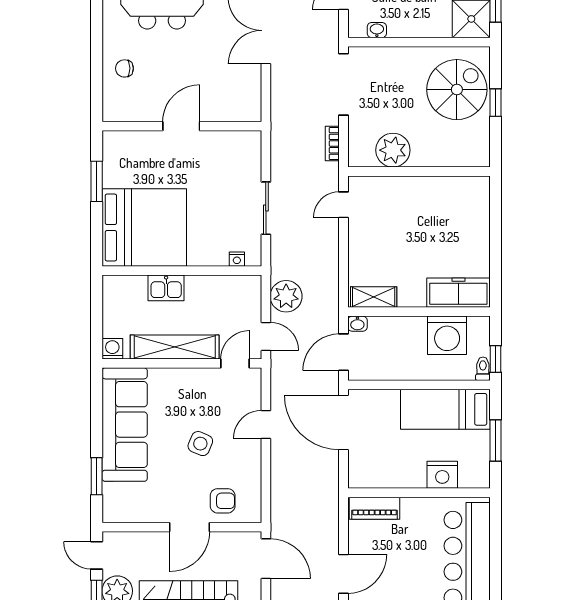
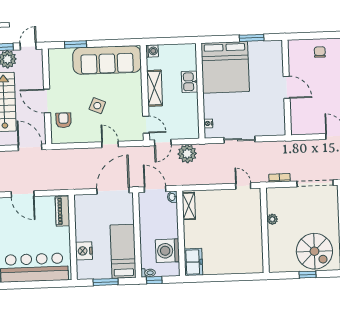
plant: (393, 150) -> (272, 219), width x0.53, depth x0.53
freezer: (458, 293) -> (193, 262), width x0.71
shelving: (175, 347) -> (154, 88), width x0.68
armchair: (223, 501) -> (64, 120), turned 180
door: (266, 559) -> (30, 147), swing flipped

